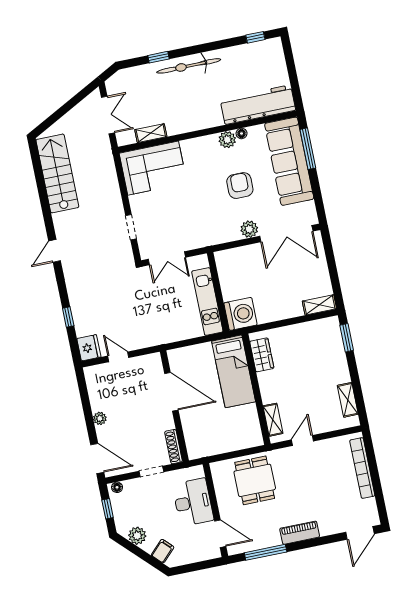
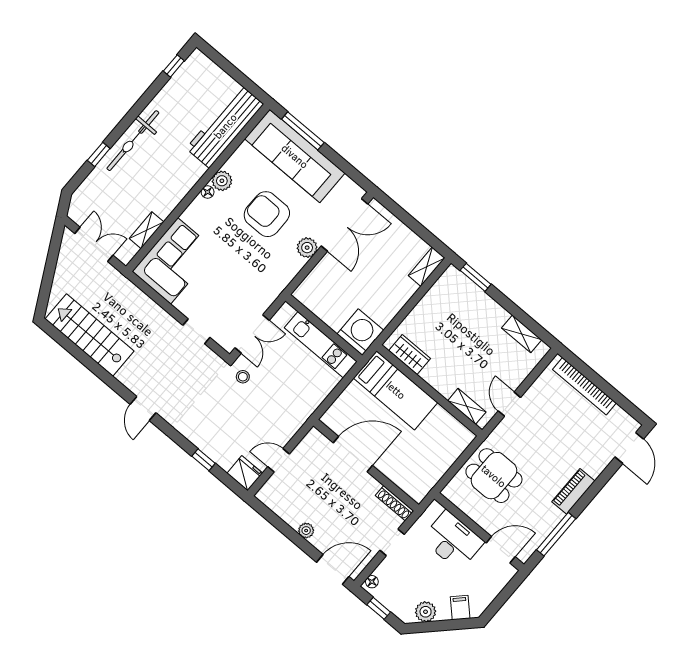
floor lamp: (242, 133) -> (208, 192), moved
armchair: (240, 186) -> (267, 214), width x1.36, depth x1.36
stool: (138, 282) -> (243, 377), added

